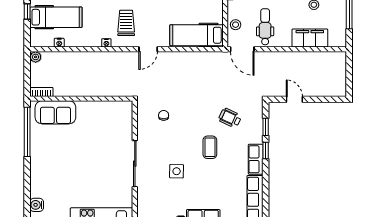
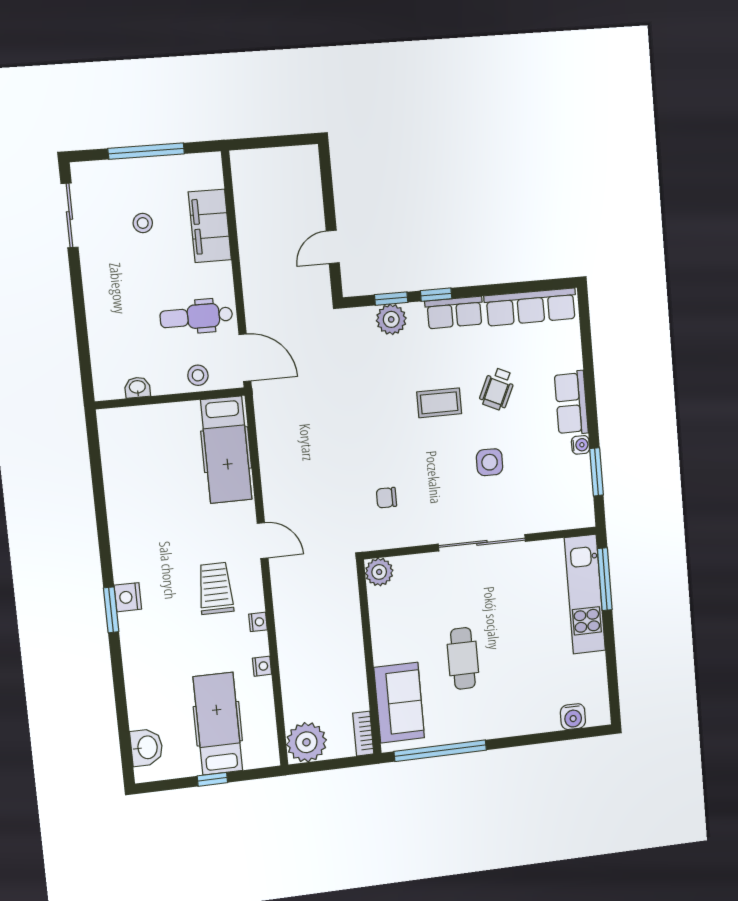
trolley: (126, 23) -> (216, 588), turned 90
nightstand: (59, 43) -> (262, 666), moved
door: (242, 49) -> (245, 358), hinge flipped
plant: (36, 57) -> (306, 742), width x1.88, depth x1.88
plant: (125, 108) -> (379, 572), added
wheelchair: (230, 118) -> (497, 389), moved
plant: (255, 126) -> (391, 319), added
cafe table: (75, 148) -> (463, 658), added

